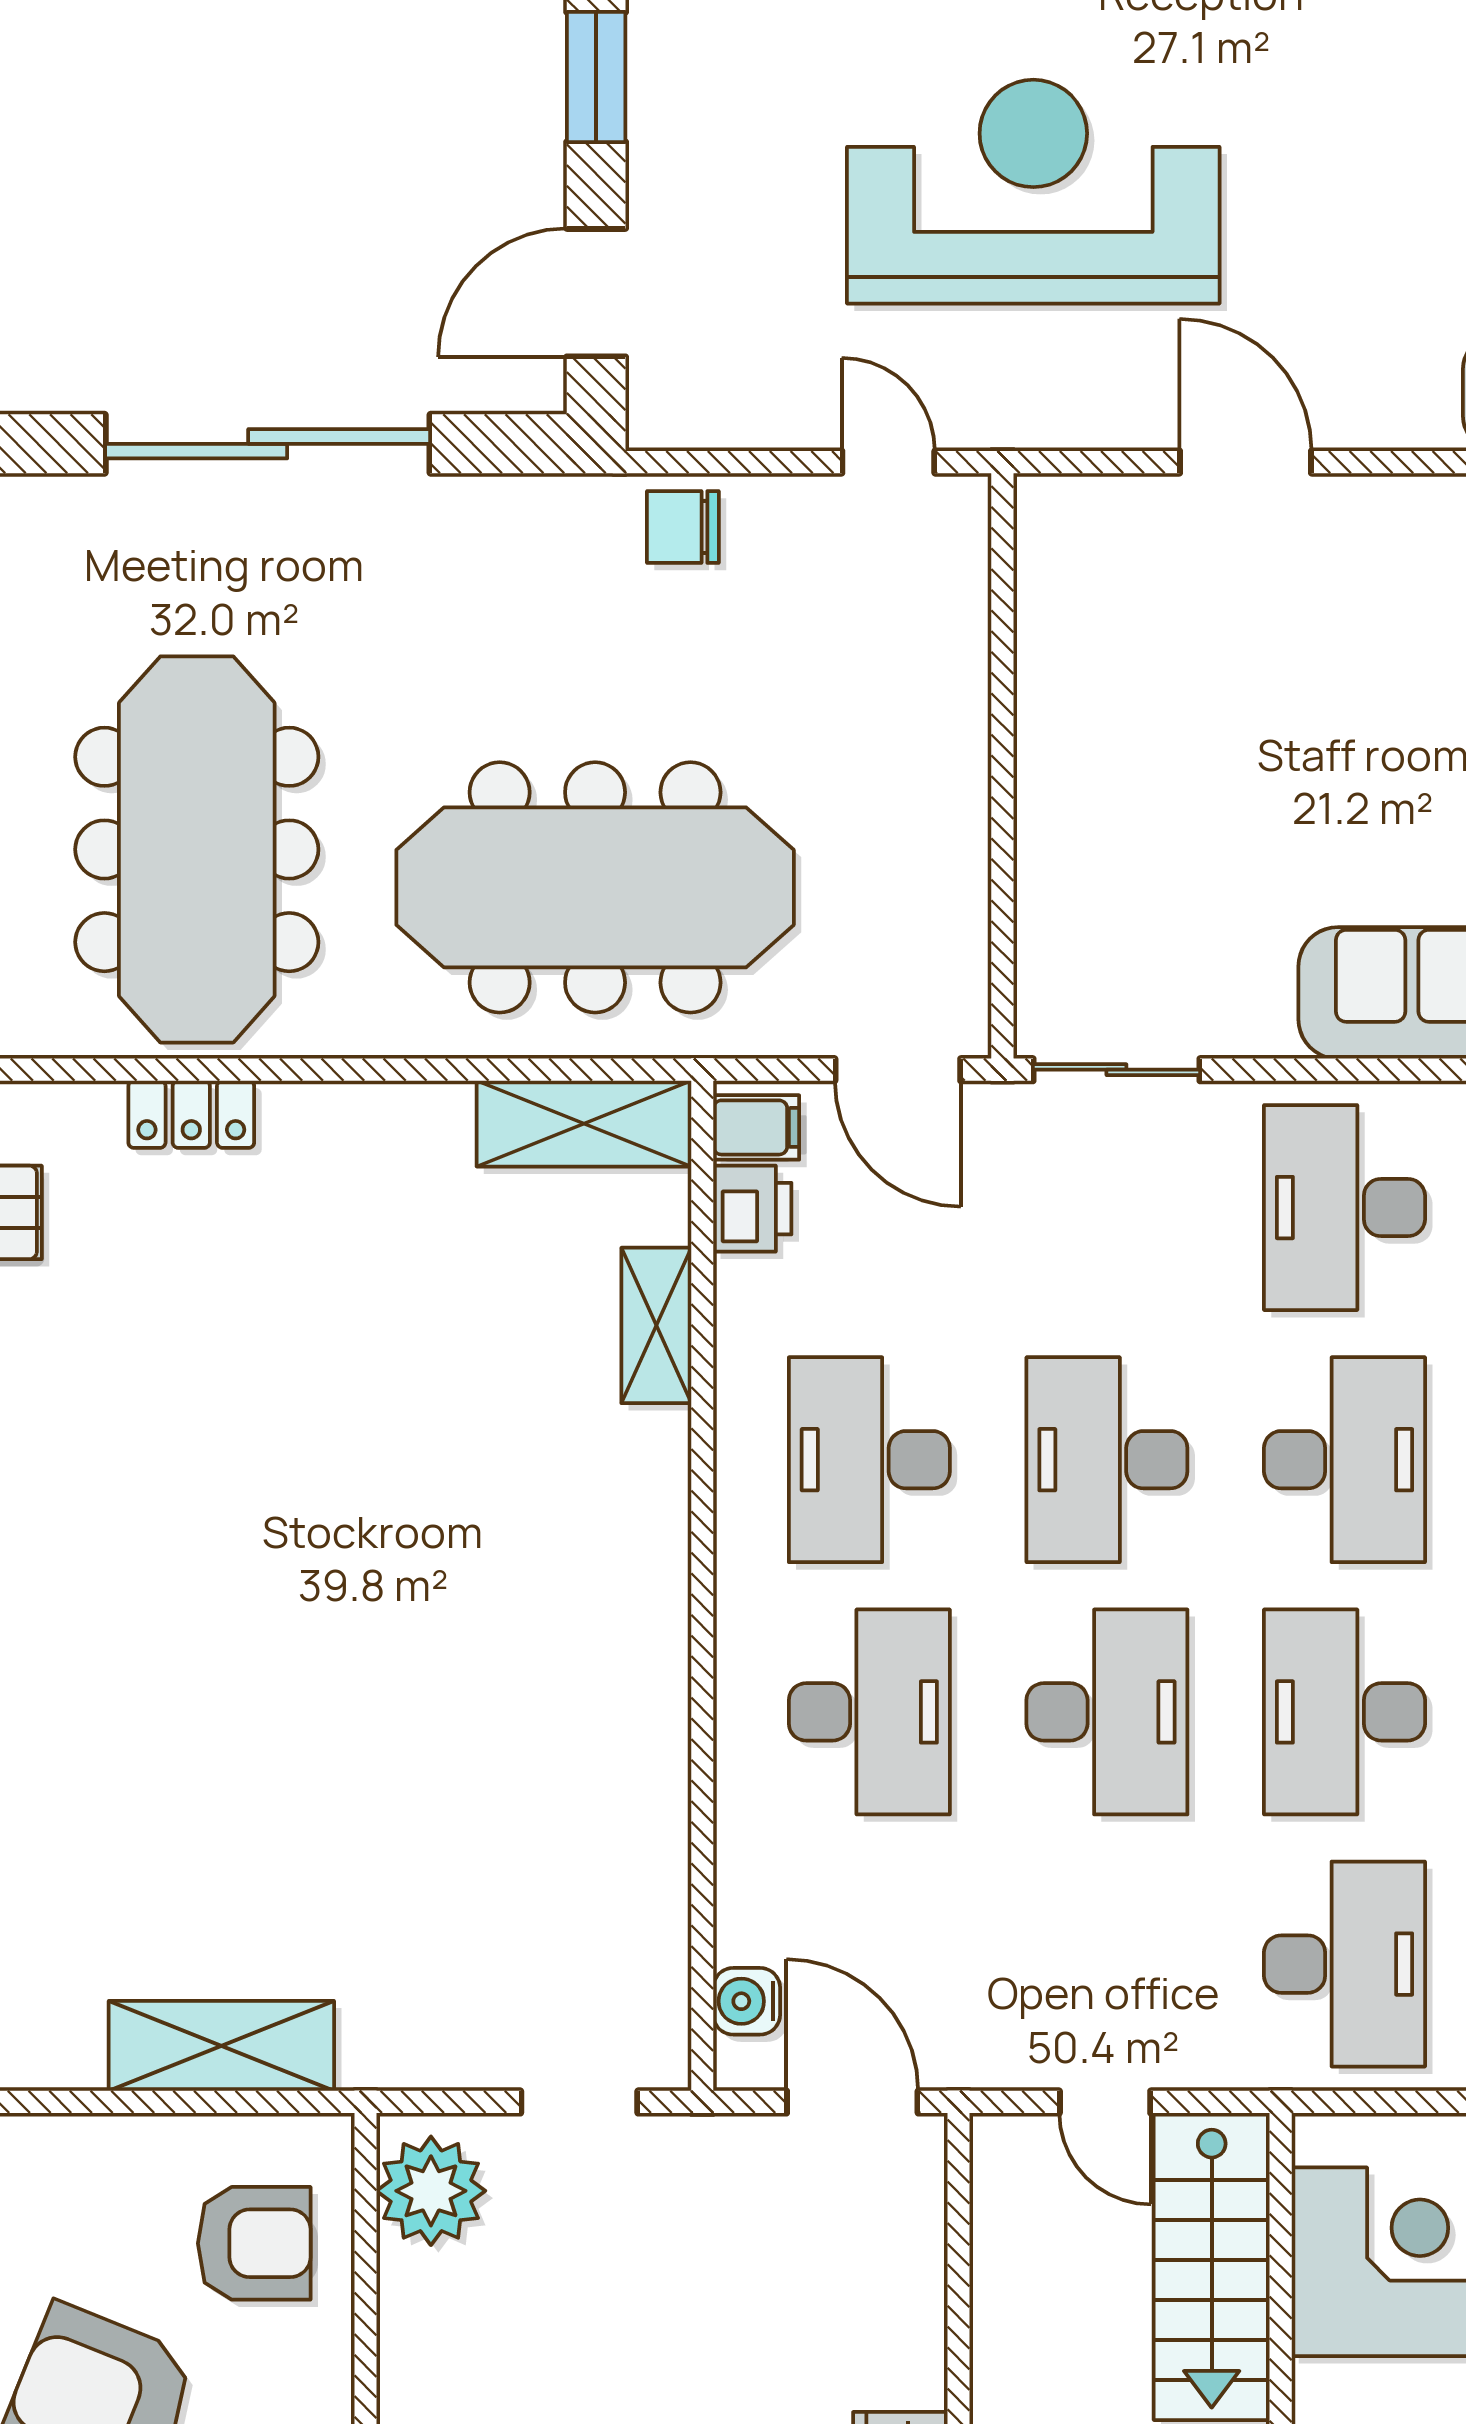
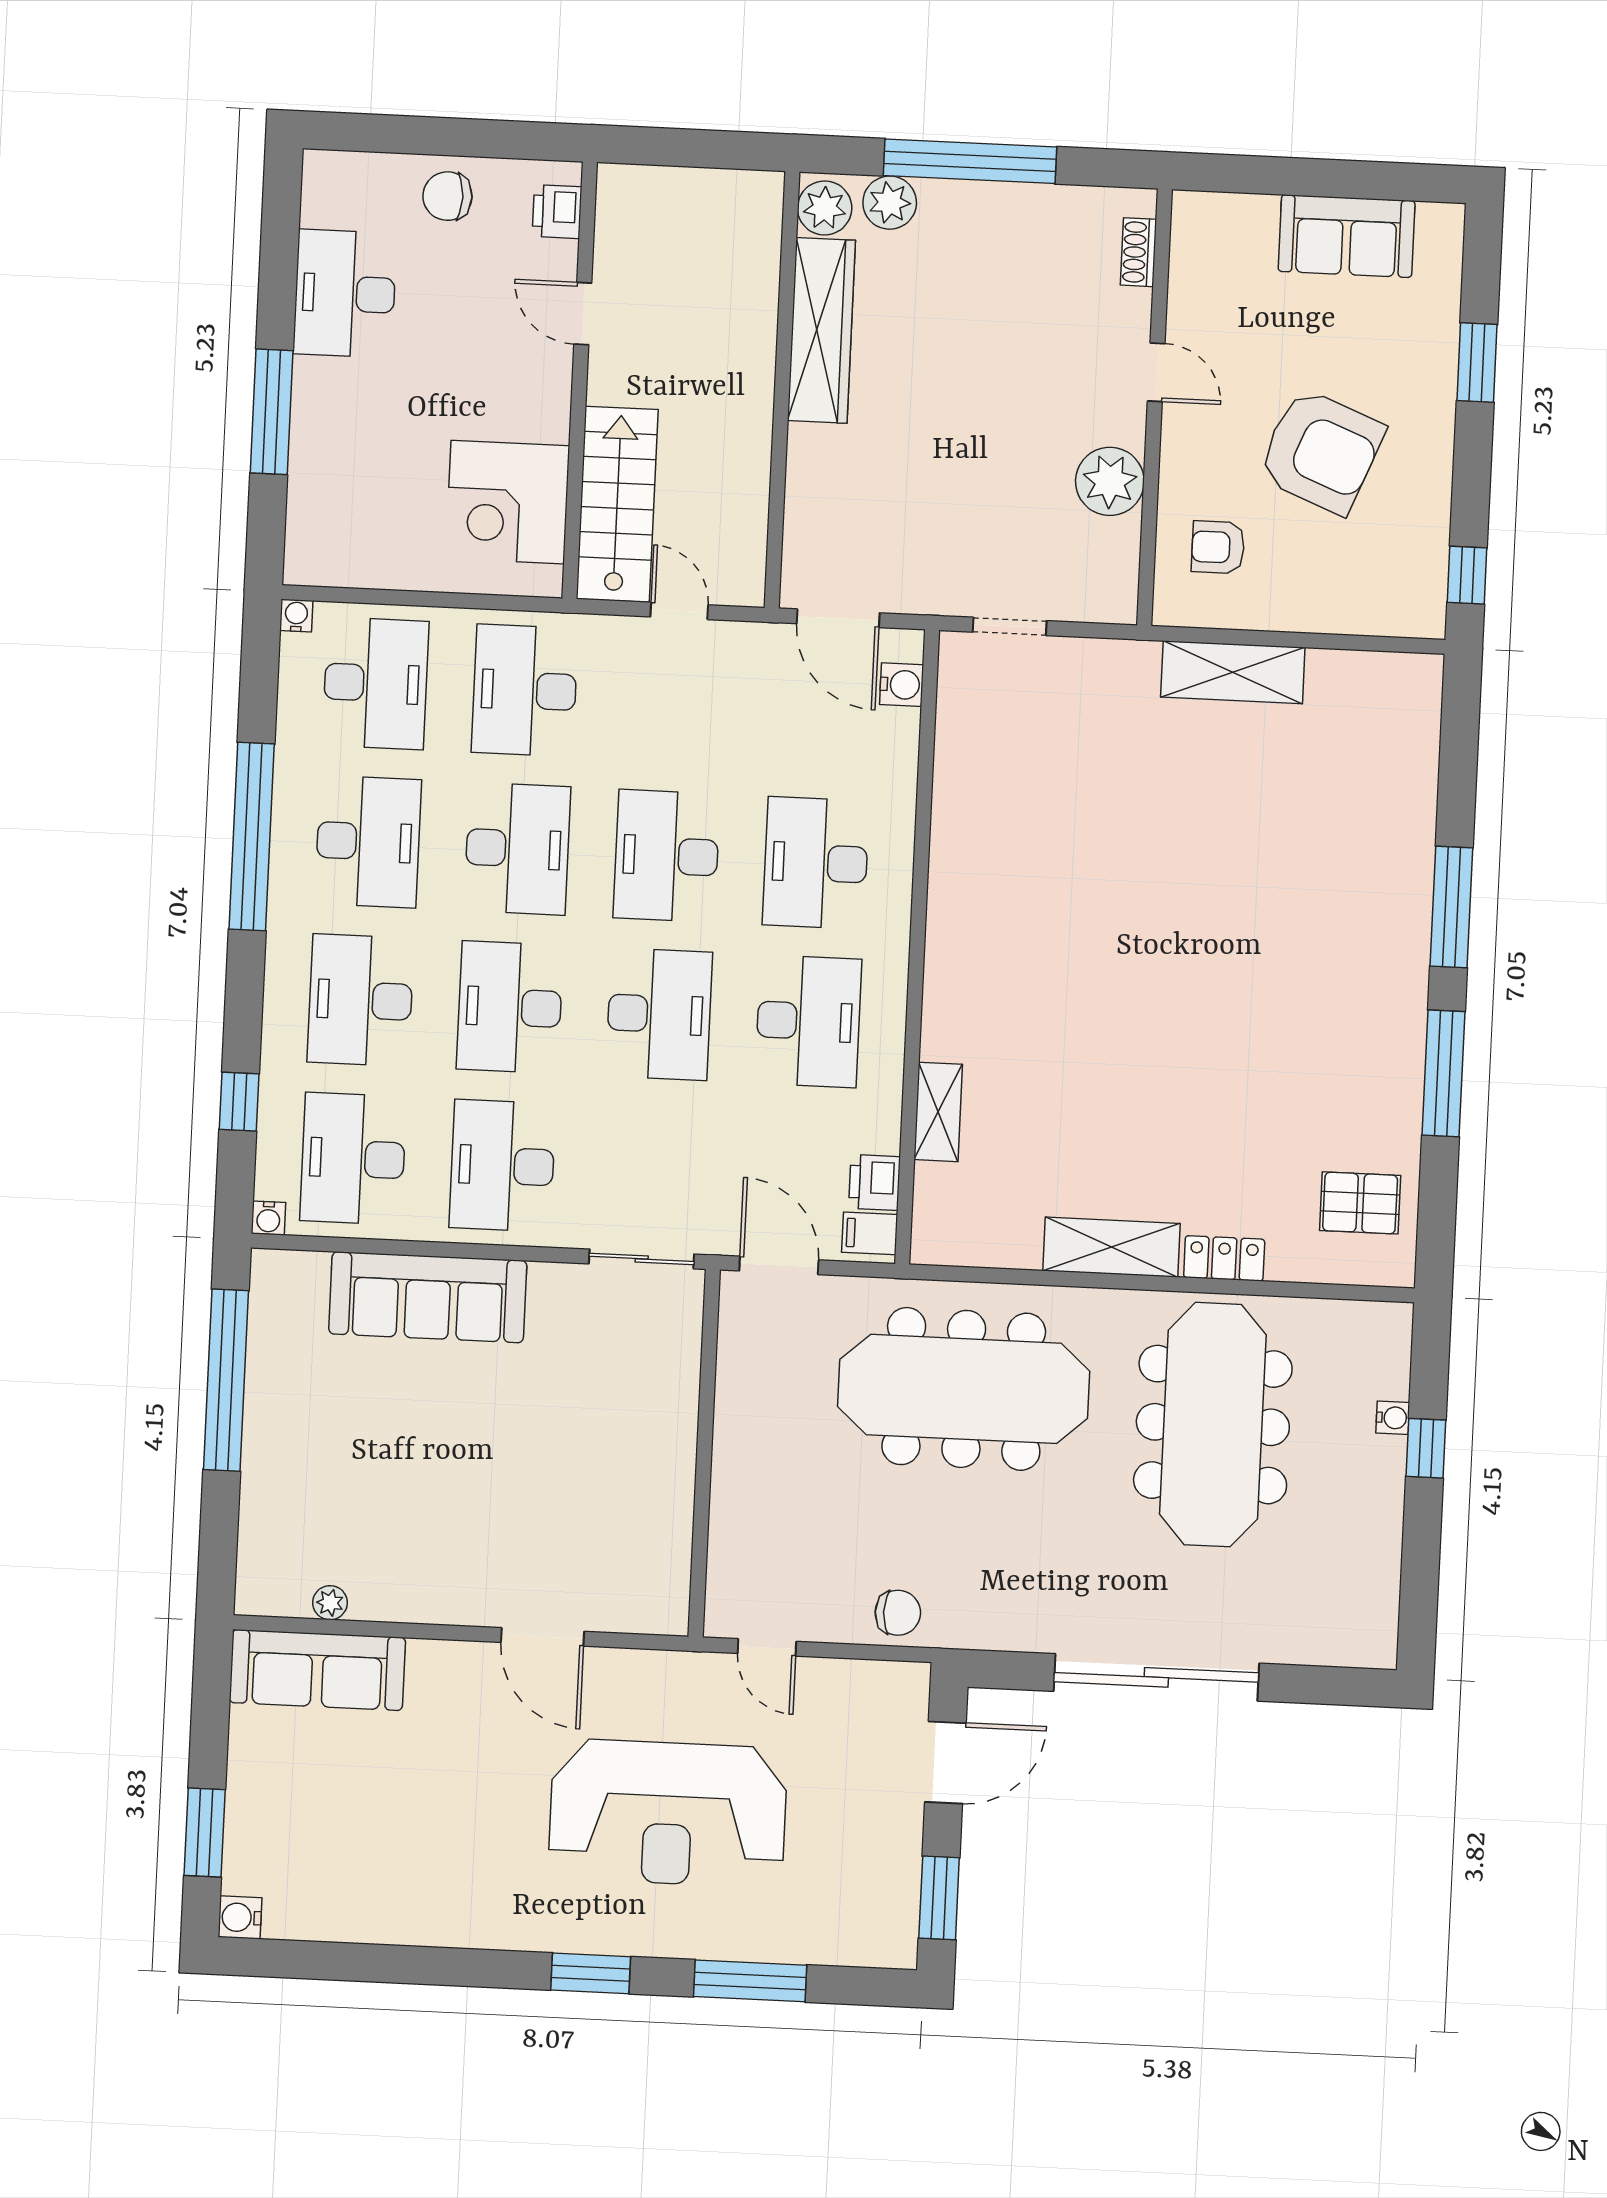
shelving: (584, 1124) -> (1111, 1247), moved
desk: (1344, 1208) -> (502, 1166), turned 180
plant: (431, 2191) -> (1110, 481), moved
armchair: (254, 2243) -> (1218, 547), width x0.72, depth x0.72

